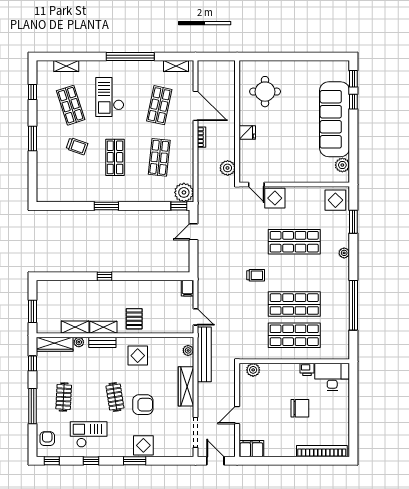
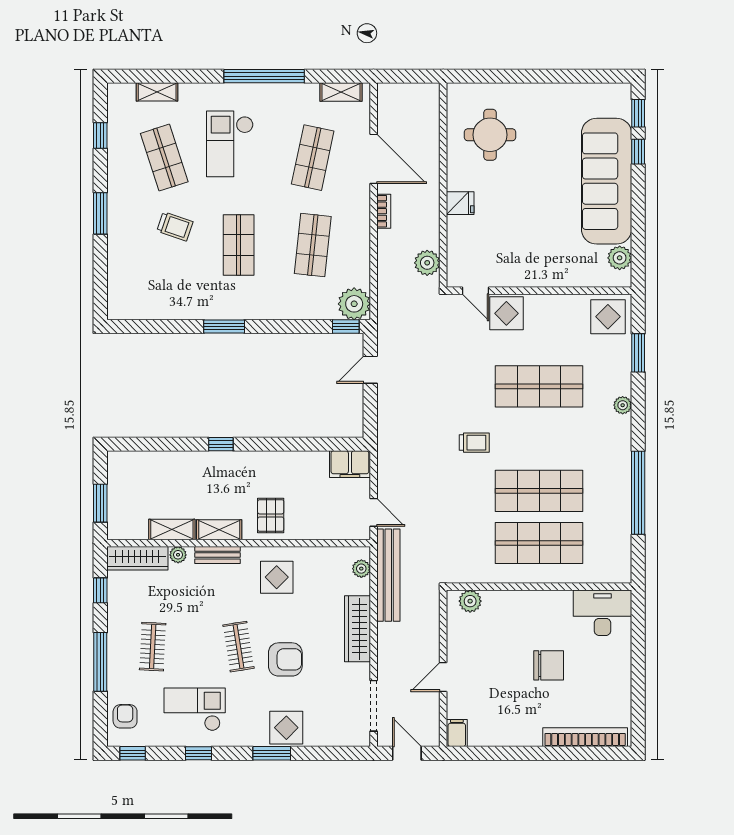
filing cabinet: (187, 288) -> (350, 464), width x2.00
printer: (307, 369) -> (560, 600), removed
filing cabinet: (251, 449) -> (457, 733), width x0.50

